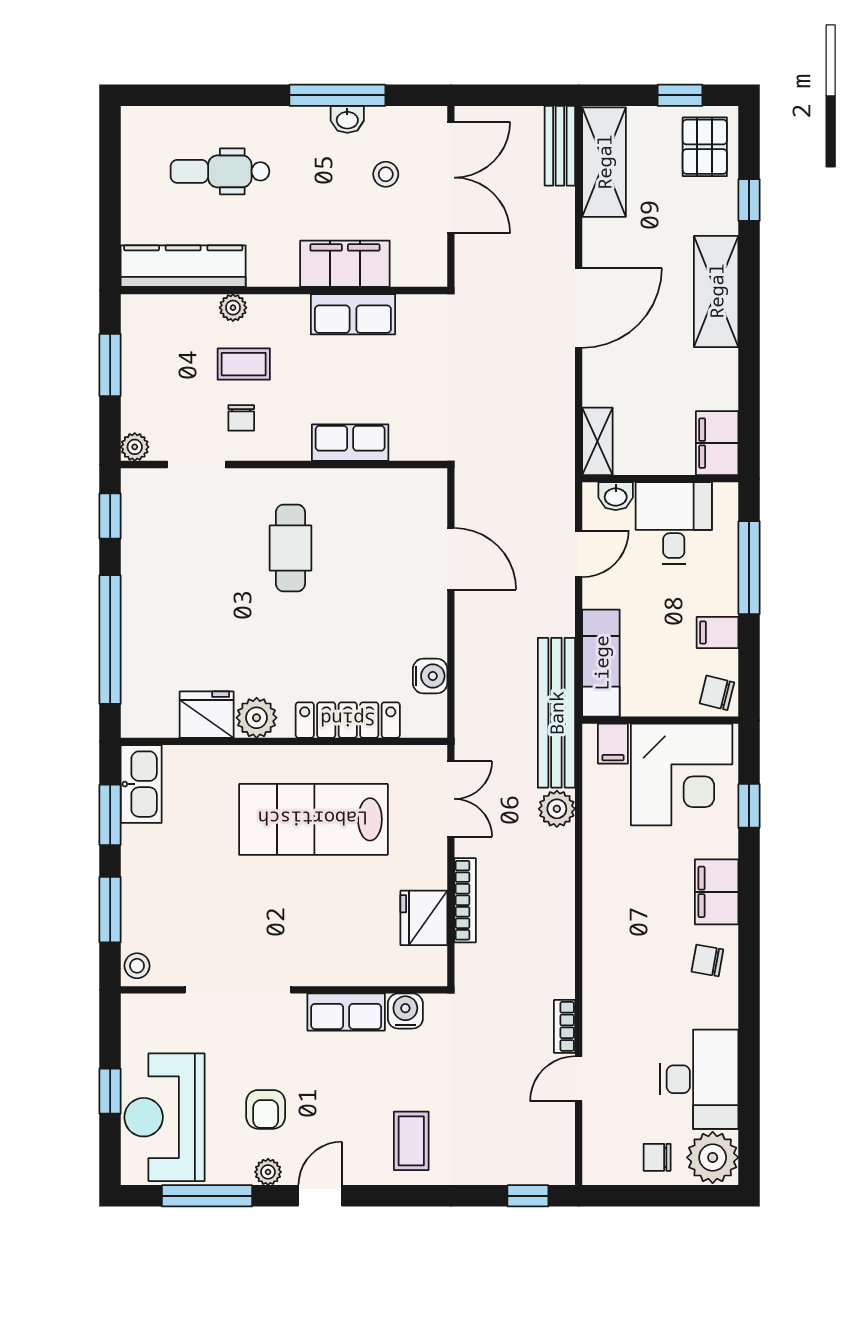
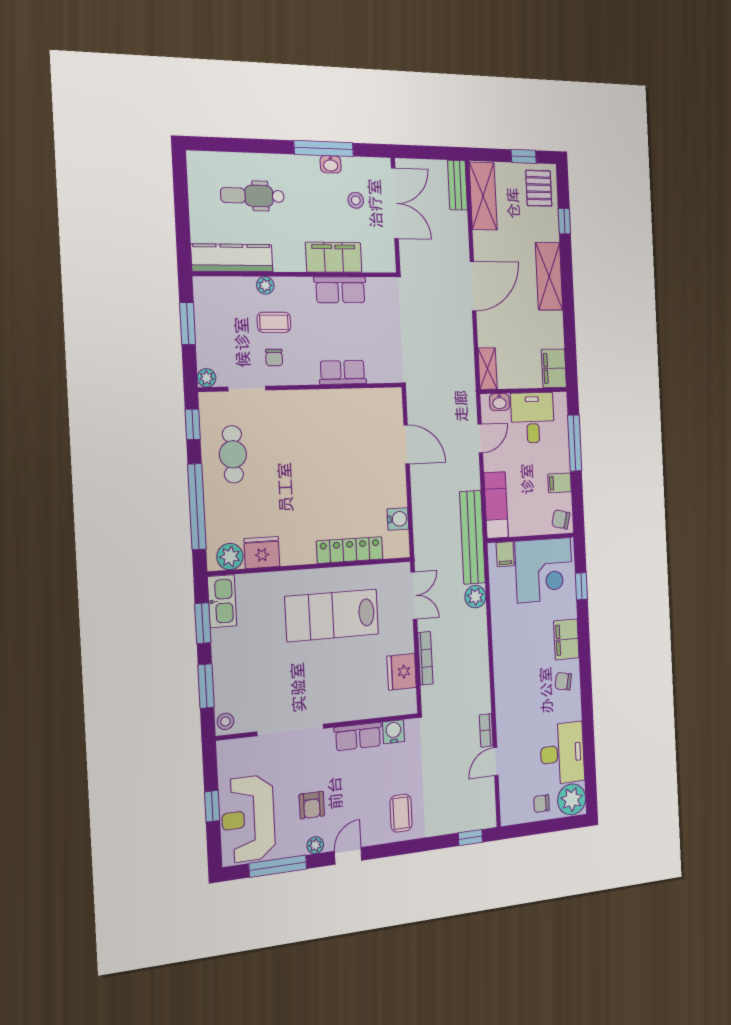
cafe table: (290, 548) -> (233, 454), moved
plant: (257, 718) -> (230, 557), moved

